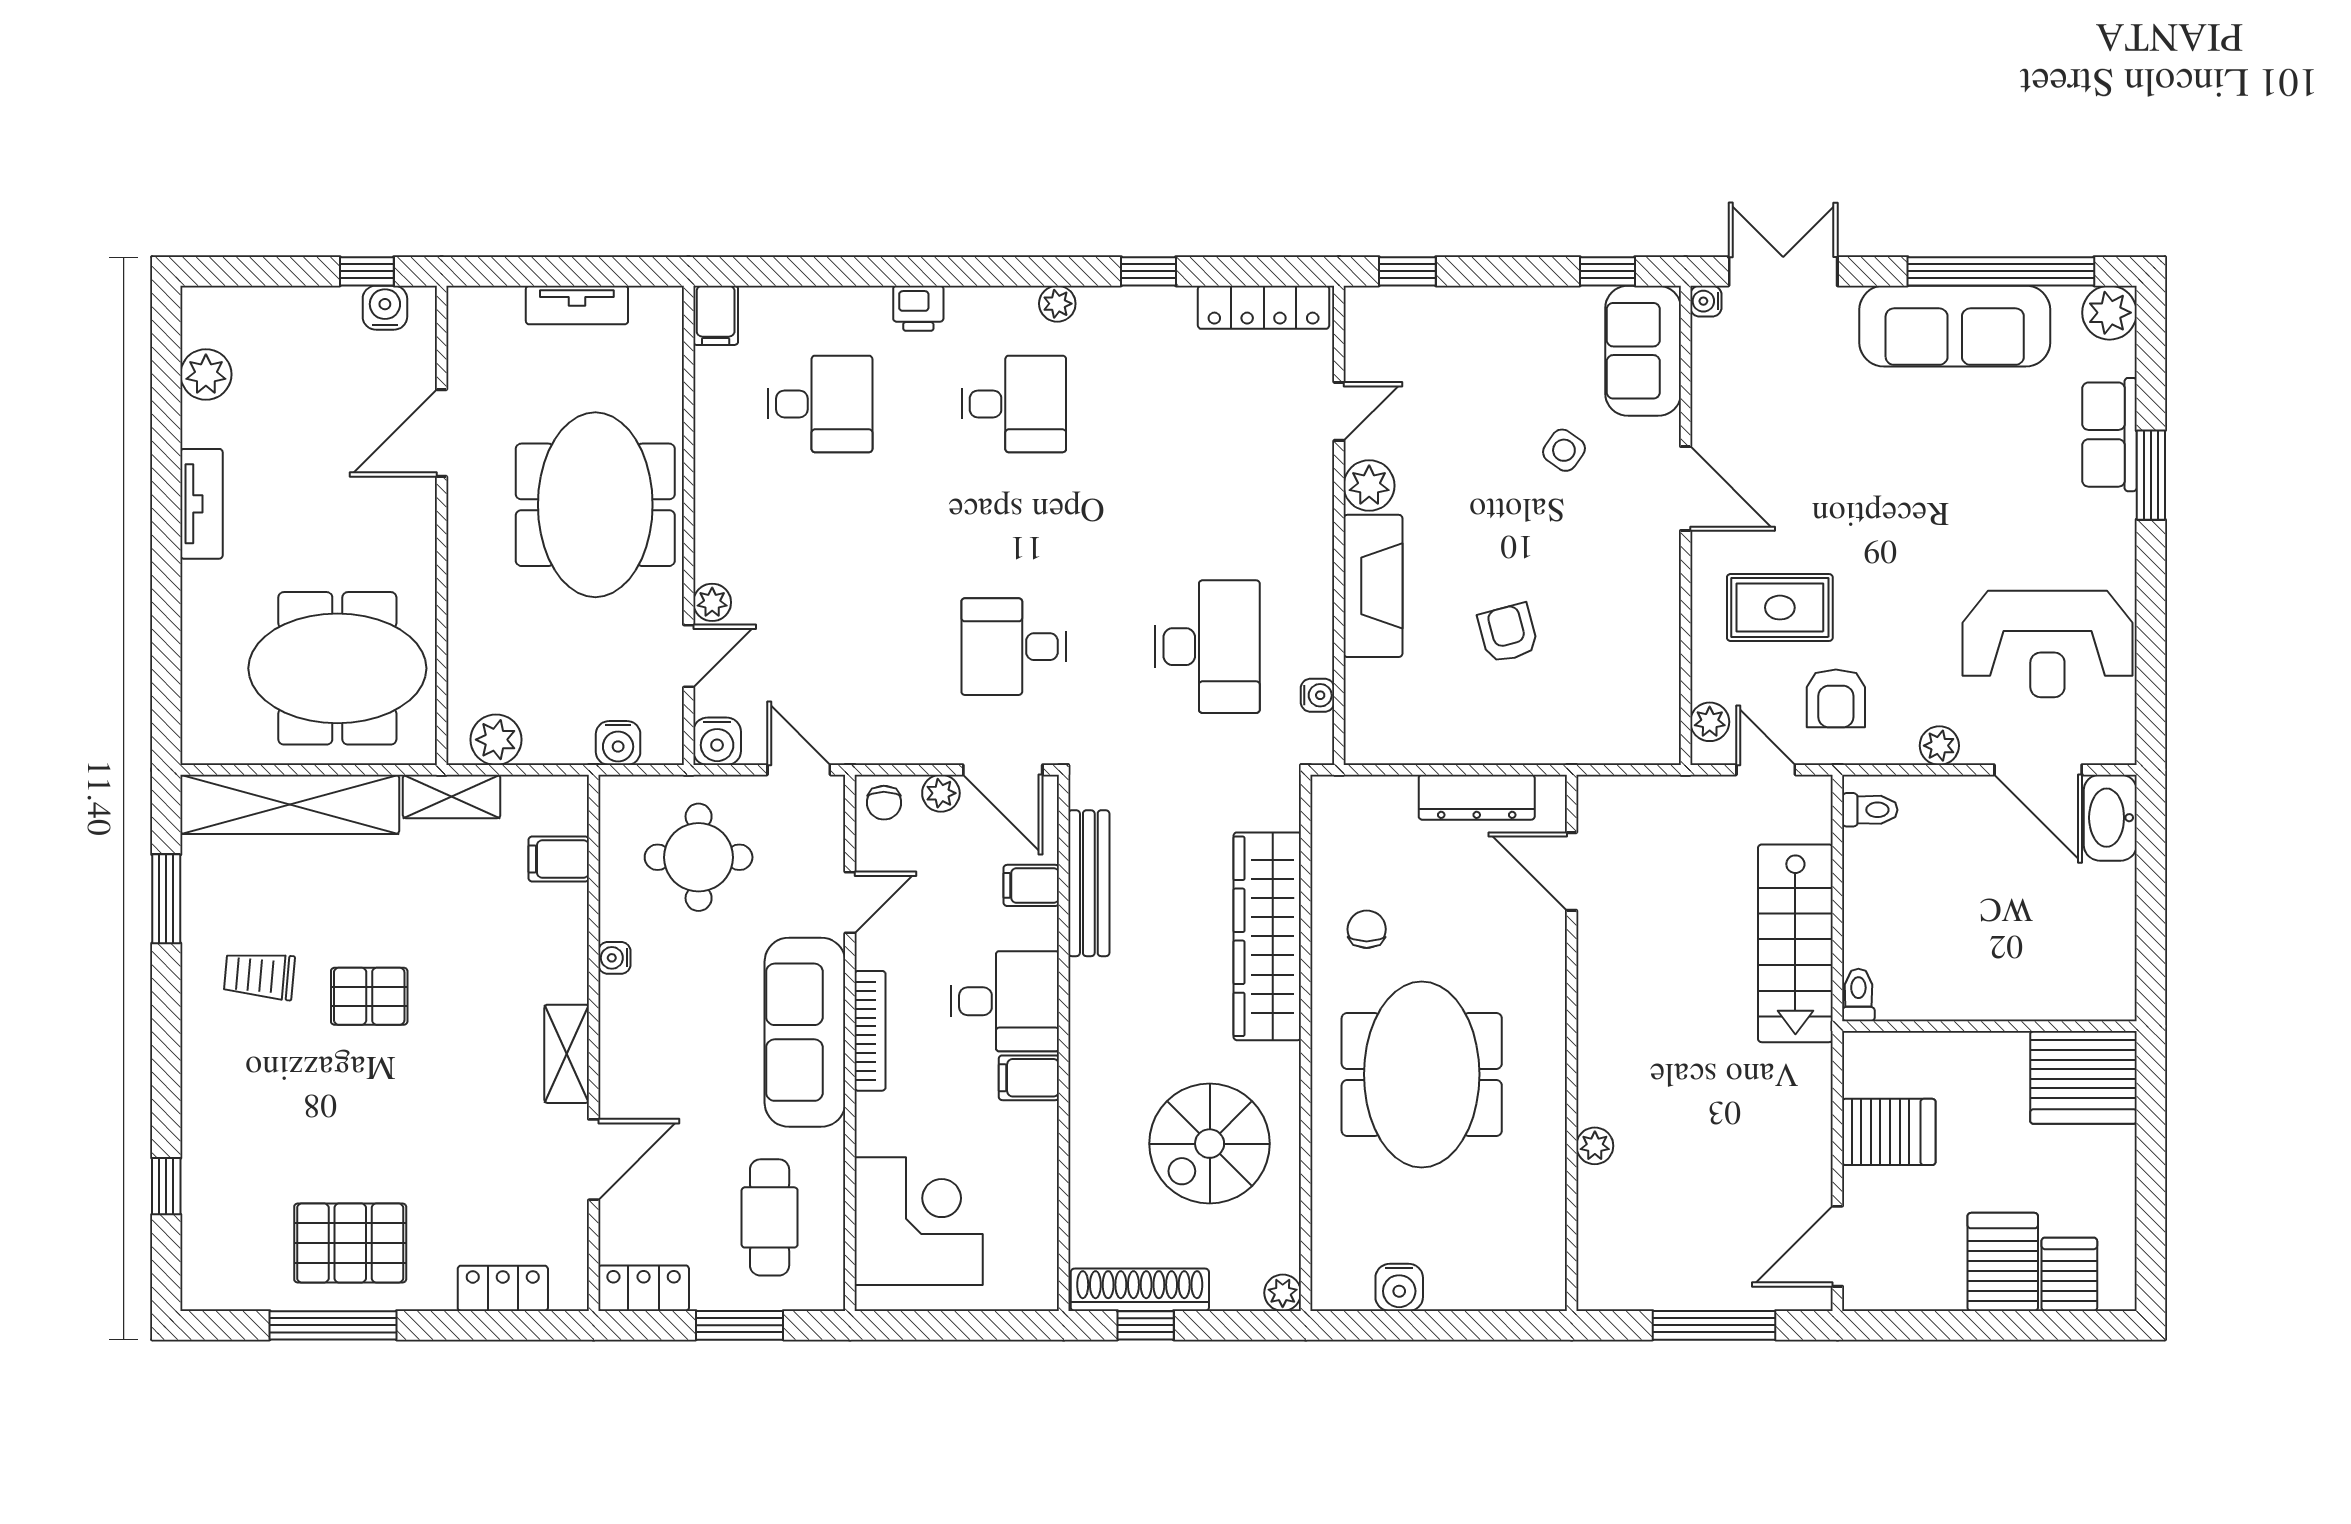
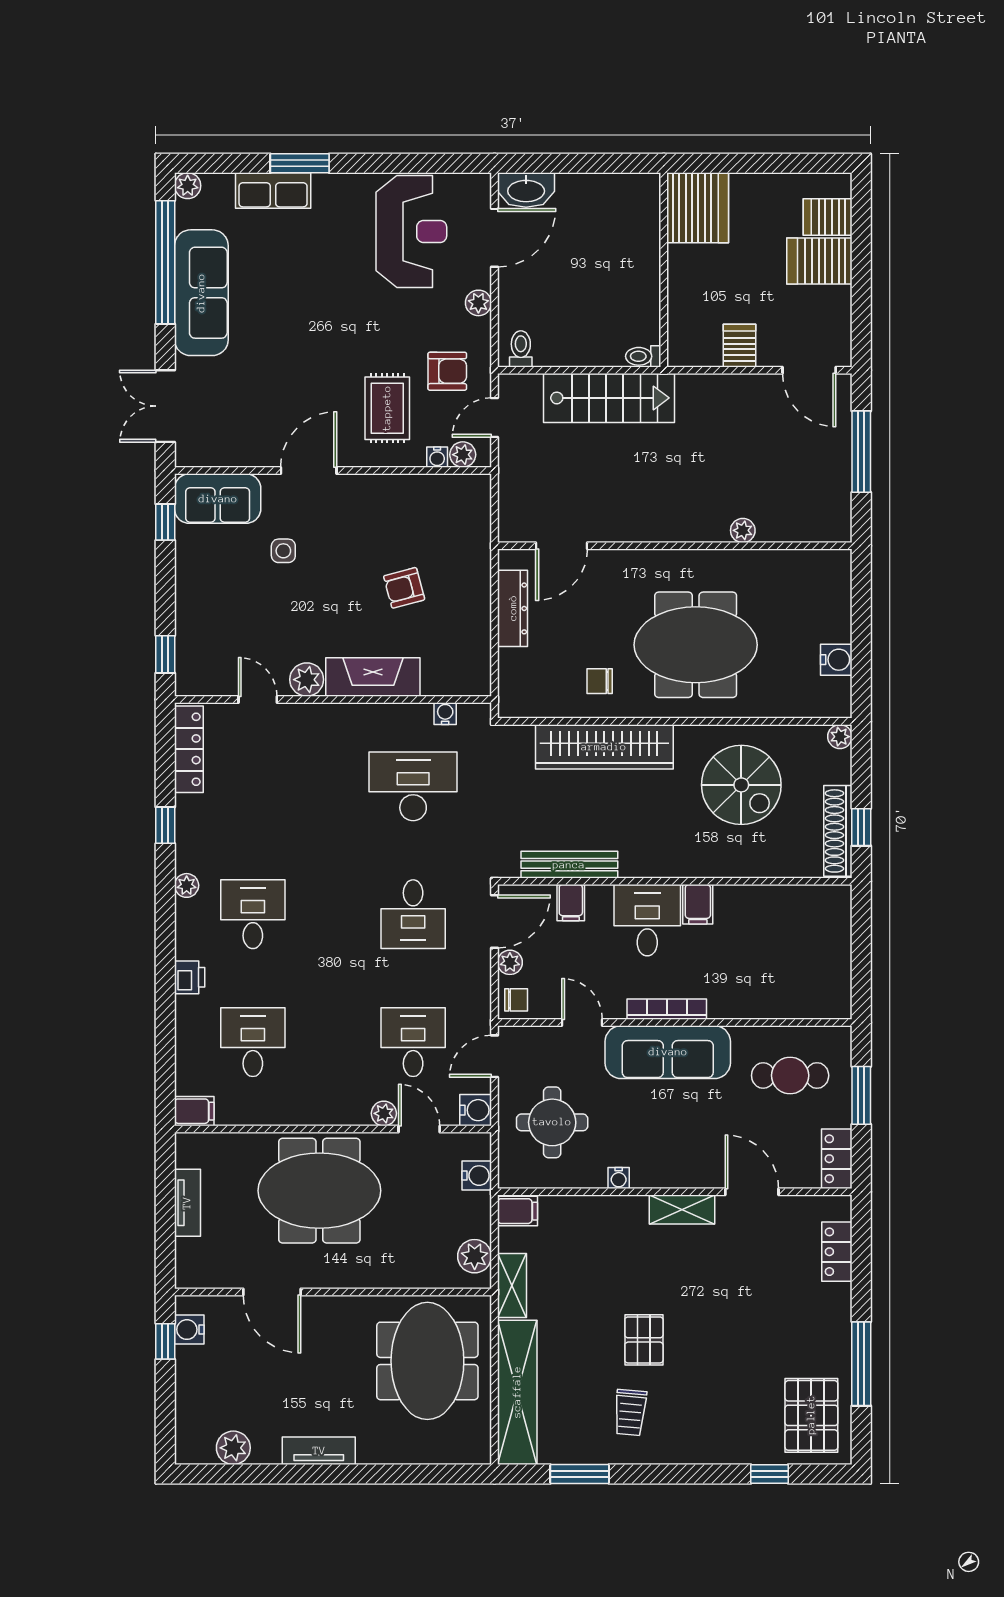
water cooler: (1706, 301) -> (437, 457), moved
plant: (2109, 313) -> (188, 186), width x0.73, depth x0.73
side table: (1564, 450) -> (283, 551), turned -35
desk: (820, 647) -> (413, 1042), added
filing cabinet: (559, 859) -> (517, 1211), moved, turned -90
server rack: (1889, 1132) -> (739, 346), width x0.73, depth x0.70
corner desk: (919, 1221) -> (792, 977), removed
pallet: (350, 1243) -> (811, 1415), moved

